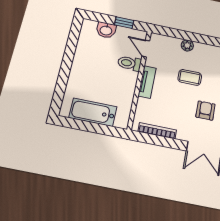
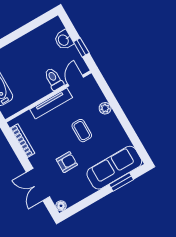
tv unit: (147, 82) -> (51, 103), width x1.41

